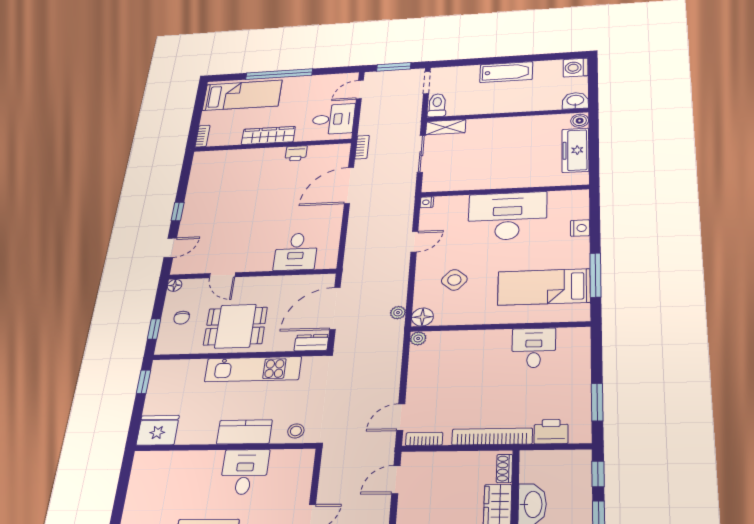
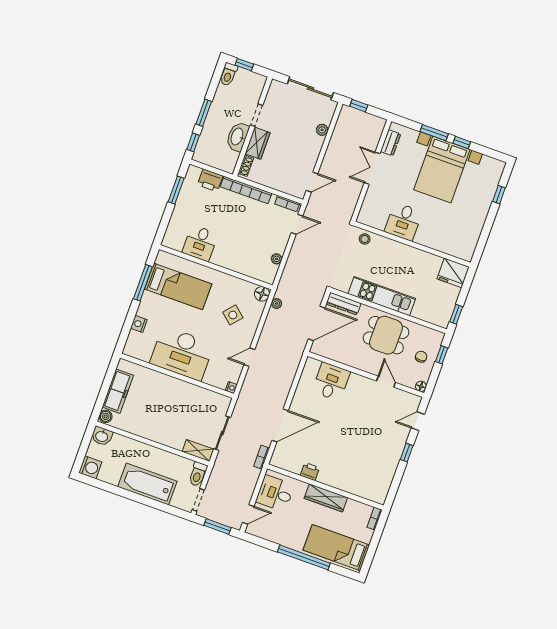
bathtub: (506, 72) -> (147, 484), width x1.36, depth x1.36
plant: (418, 338) -> (276, 259), moved
dresser: (311, 343) -> (343, 304), width x1.44
kitchen counter: (244, 432) -> (397, 251), removed

